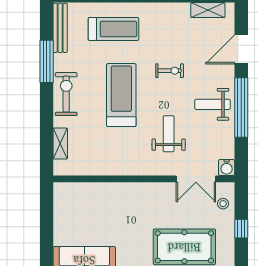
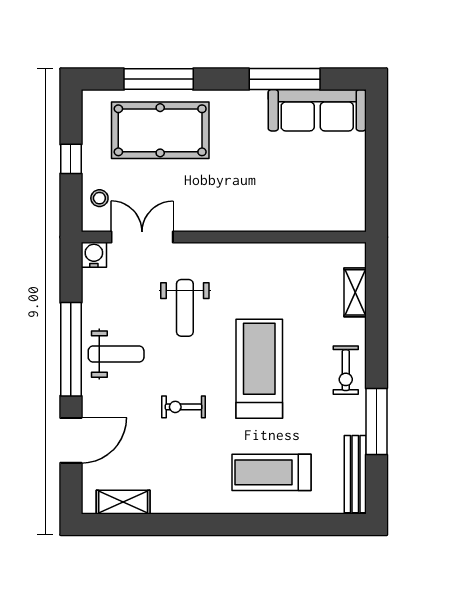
exercise bike: (66, 94) -> (346, 370), width x0.73, depth x0.72
treadmill: (121, 95) -> (259, 369), turned 180

